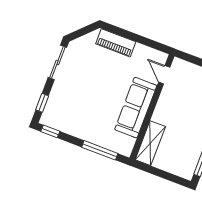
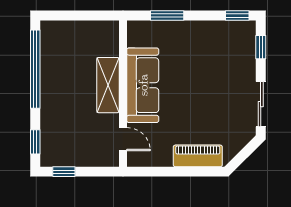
shelving: (150, 143) -> (108, 85), moved
window: (100, 150) -> (167, 16), width x0.69

